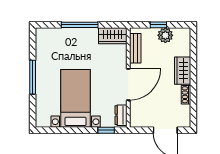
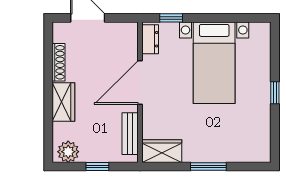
window: (80, 25) -> (208, 166), width x0.69
plant: (165, 35) -> (68, 152), moved
window: (33, 77) -> (275, 93), width x0.46
shoe rack: (186, 95) -> (58, 62), width x1.43

